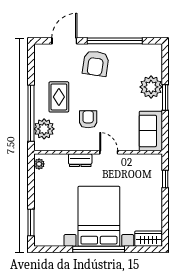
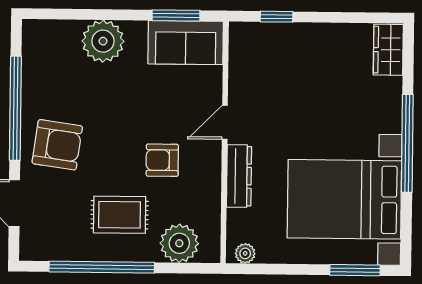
window: (165, 97) -> (176, 15), moved
window: (31, 113) -> (102, 267), moved
dresser: (80, 160) -> (239, 176), width x1.44
bed with nightstands: (99, 216) -> (344, 199), moved

